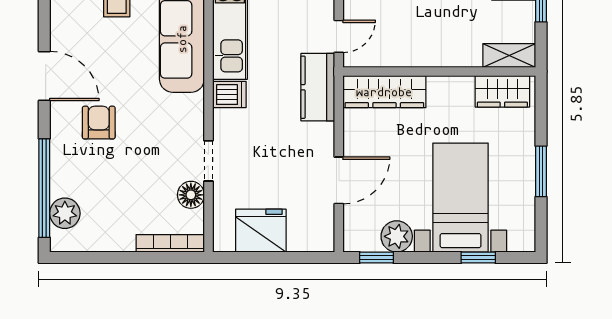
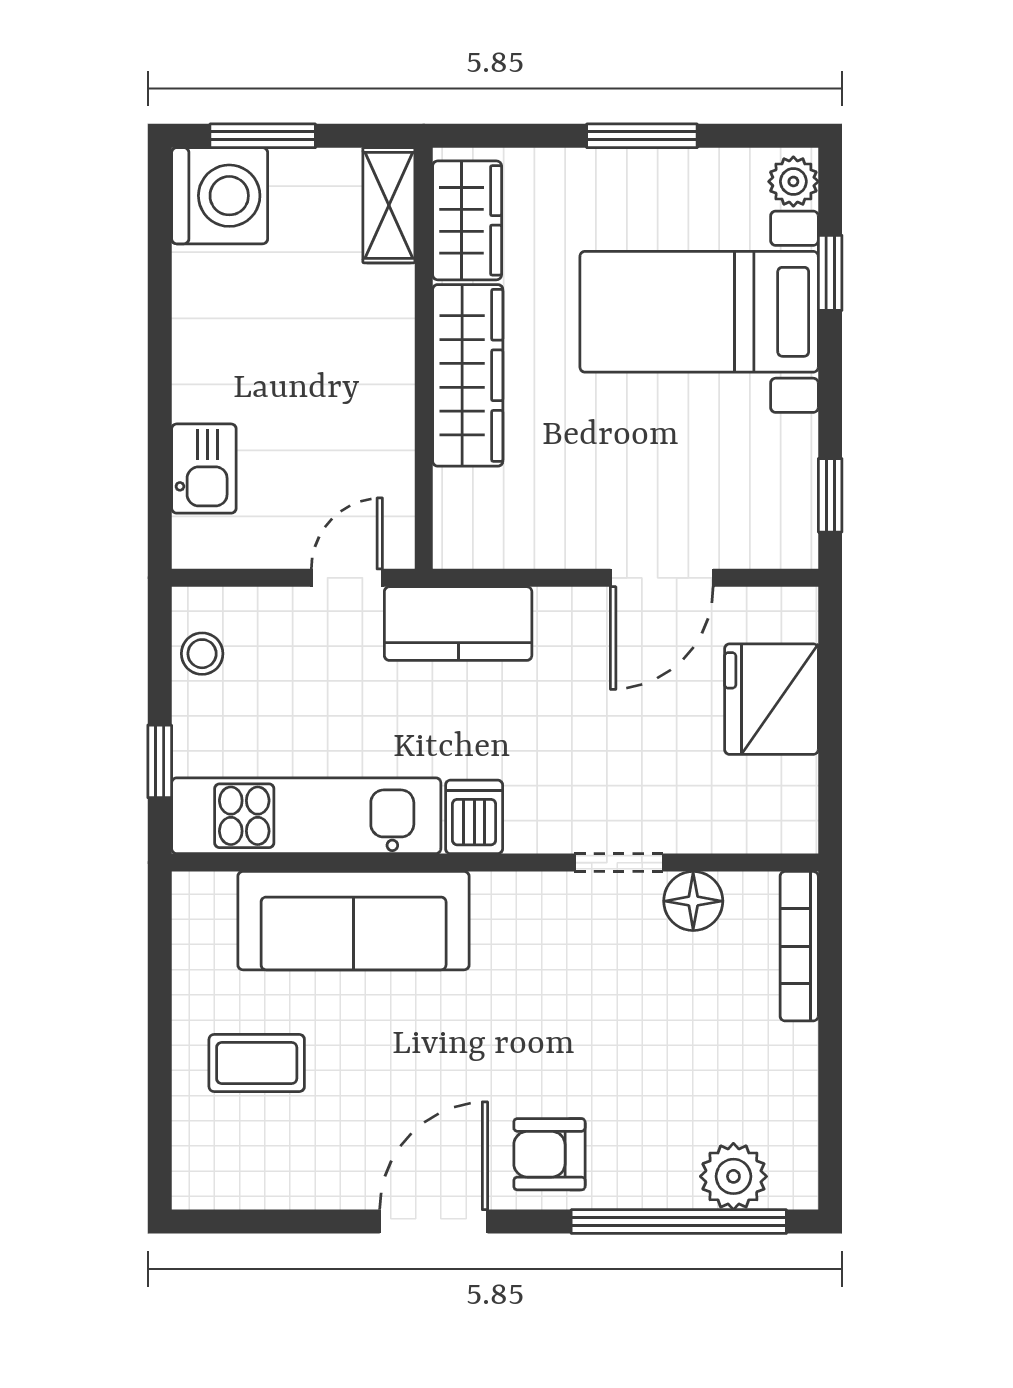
door: (339, 36) -> (347, 578), hinge flipped
wardrobe: (384, 92) -> (468, 375), moved
armchair: (99, 123) -> (549, 1154), moved
door: (339, 180) -> (662, 578), swing flipped
fridge: (261, 231) -> (771, 699), moved
plant: (397, 236) -> (793, 181), moved, width x0.73, depth x0.73

